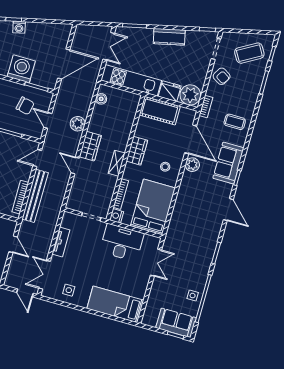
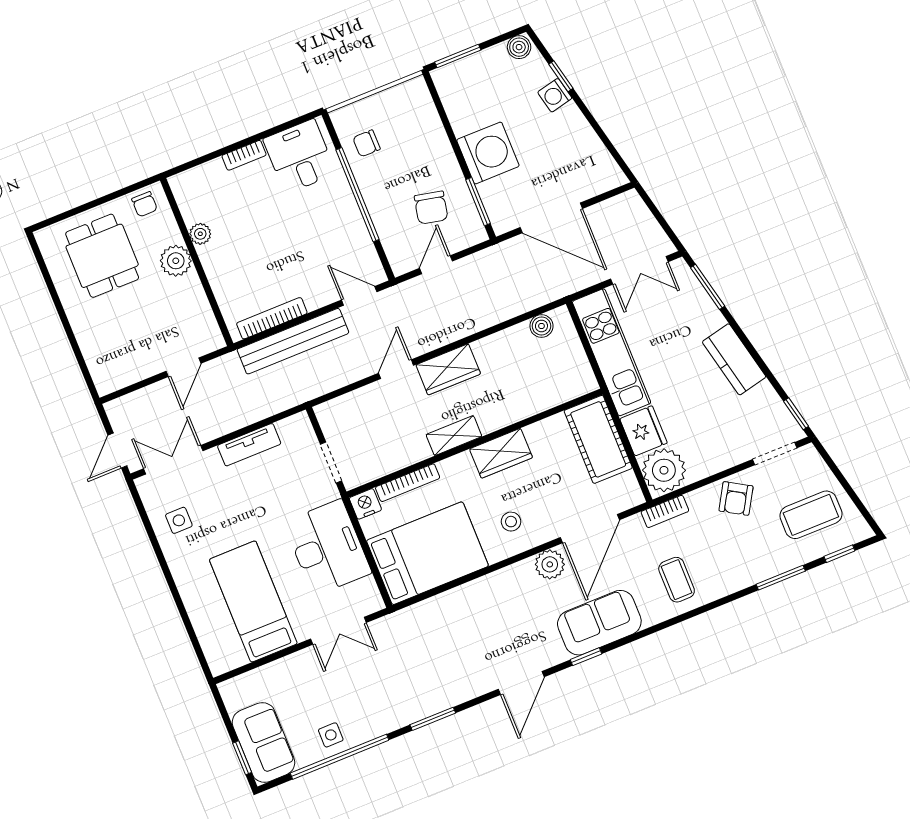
coffee table: (249, 53) -> (811, 515), turned -60
plant: (78, 124) -> (469, 319), removed
bed: (115, 304) -> (253, 602), moved

